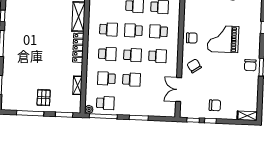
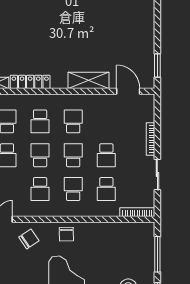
school desk: (108, 29) -> (73, 121), turned 180
locker: (78, 48) -> (30, 82), moved
school desk: (132, 55) -> (40, 155), turned 180

